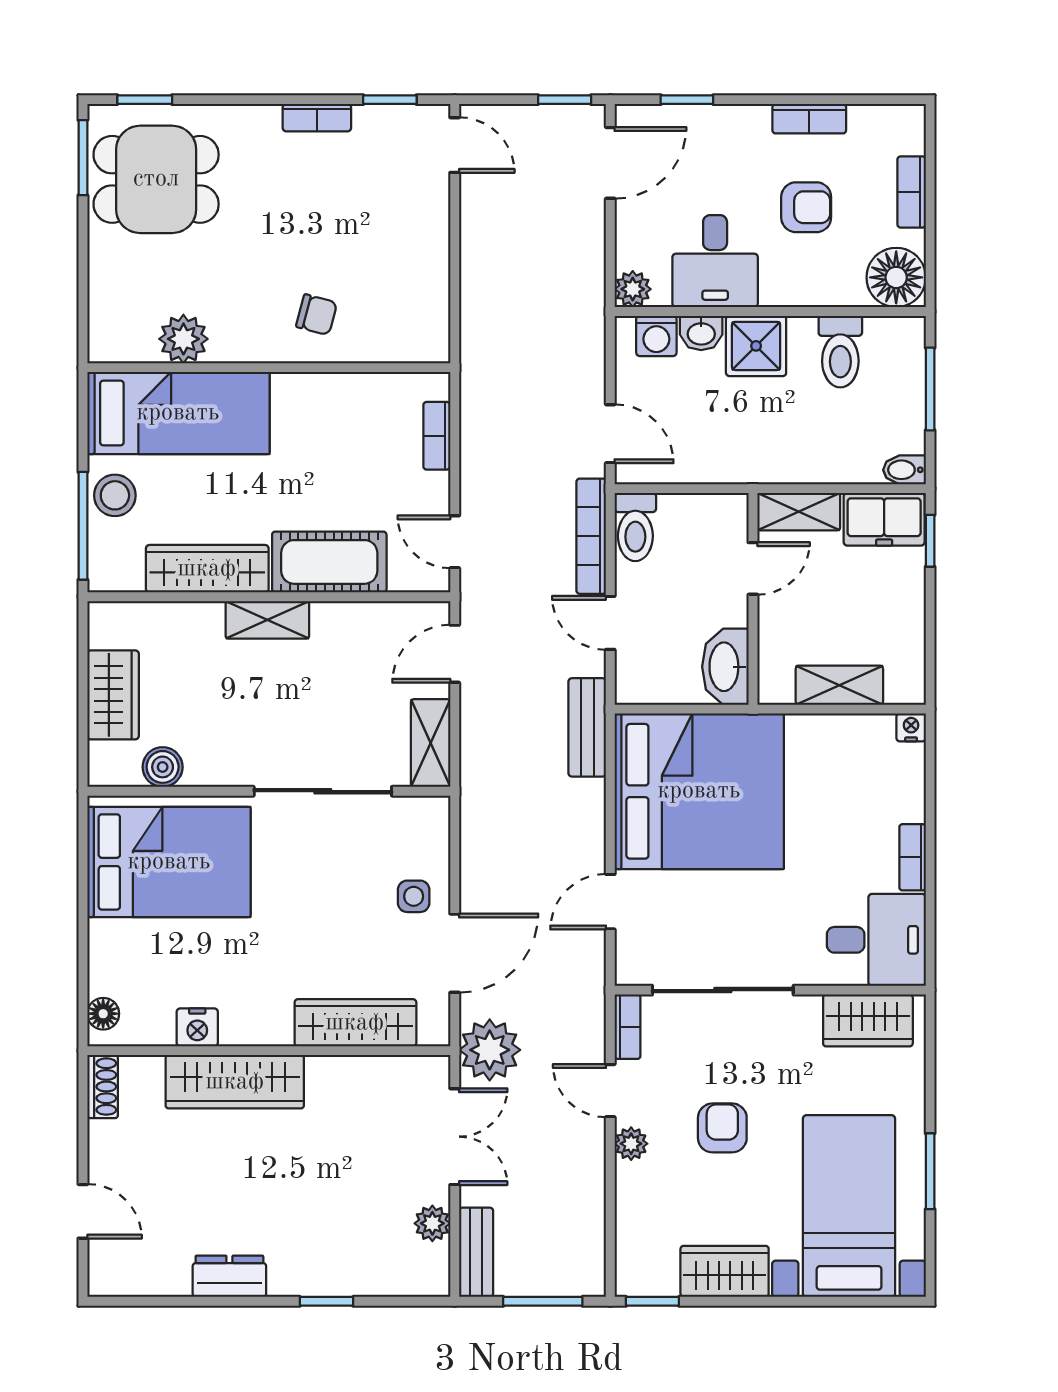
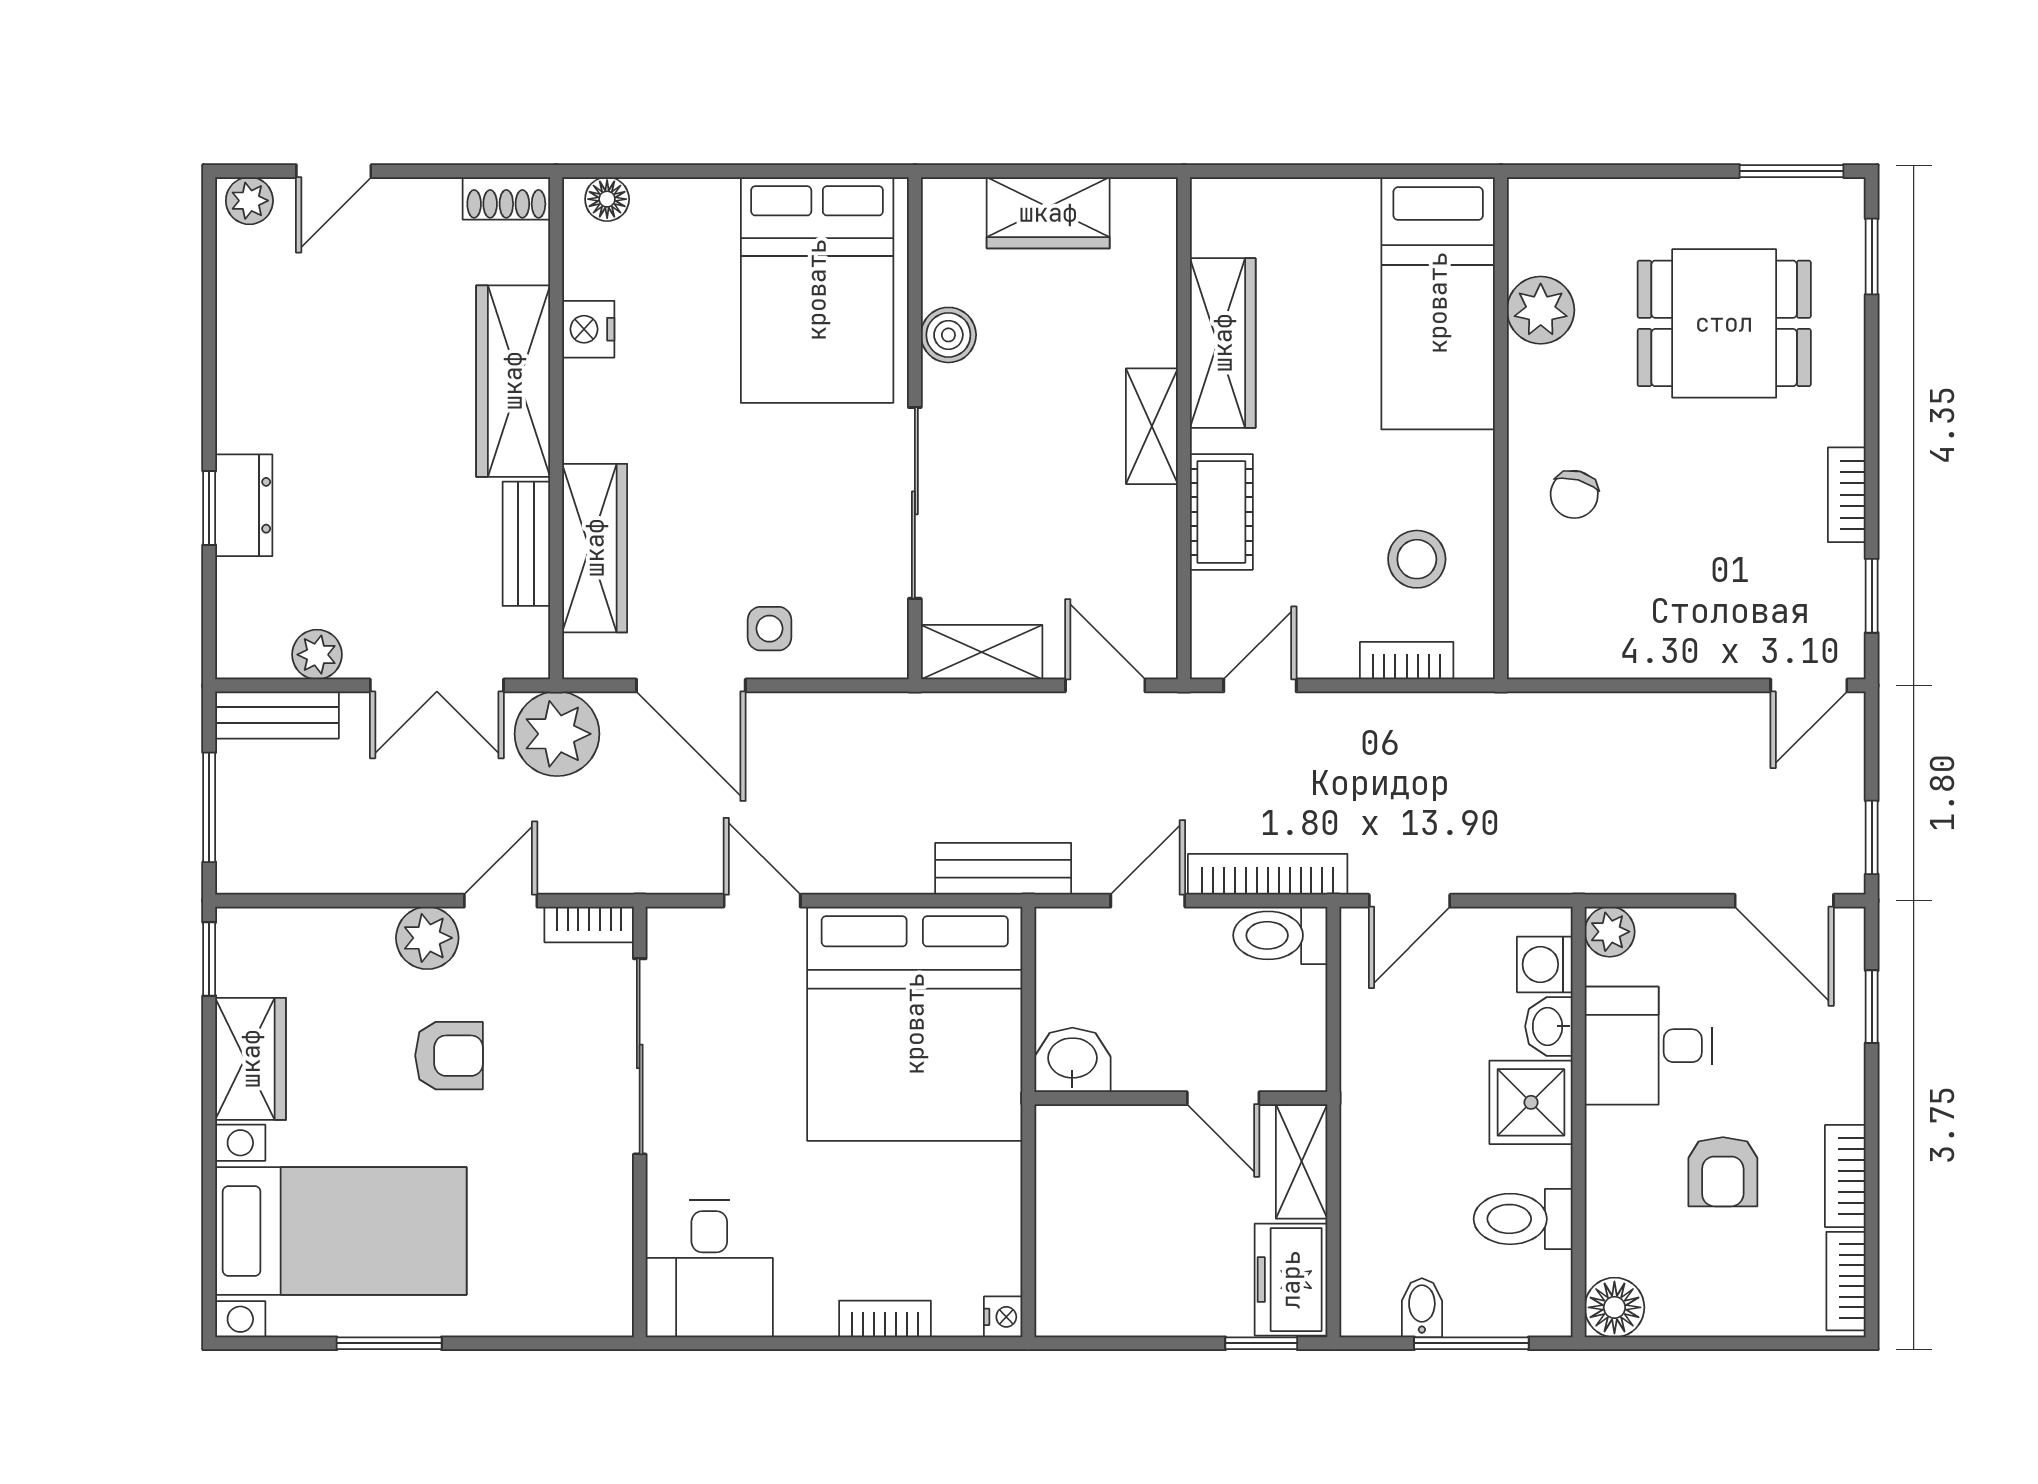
dining table: (156, 179) -> (1724, 323), moved, turned 90
bookcase: (912, 192) -> (1846, 1281), moved, turned -90
floor lamp: (896, 277) -> (1614, 1307), width x0.73, depth x0.73
bidet: (904, 470) -> (1422, 1308), moved
stool: (115, 495) -> (1417, 559), moved
window: (83, 526) -> (1282, 171), removed
cot: (329, 562) -> (1221, 512), width x0.73, depth x0.75
washbasin: (725, 667) -> (1072, 1060), width x0.72
shelving: (839, 685) -> (1062, 1218), removed
boiler: (163, 767) -> (948, 335), moved
bookcase: (913, 857) -> (885, 1319), moved
wardrobe: (868, 1020) -> (598, 1257), removed
bench: (352, 1072) -> (526, 544), added
plant: (631, 1144) -> (427, 938), width x1.38, depth x1.38
plant: (104, 1272) -> (249, 201), added
dresser: (229, 1276) -> (244, 505), moved

